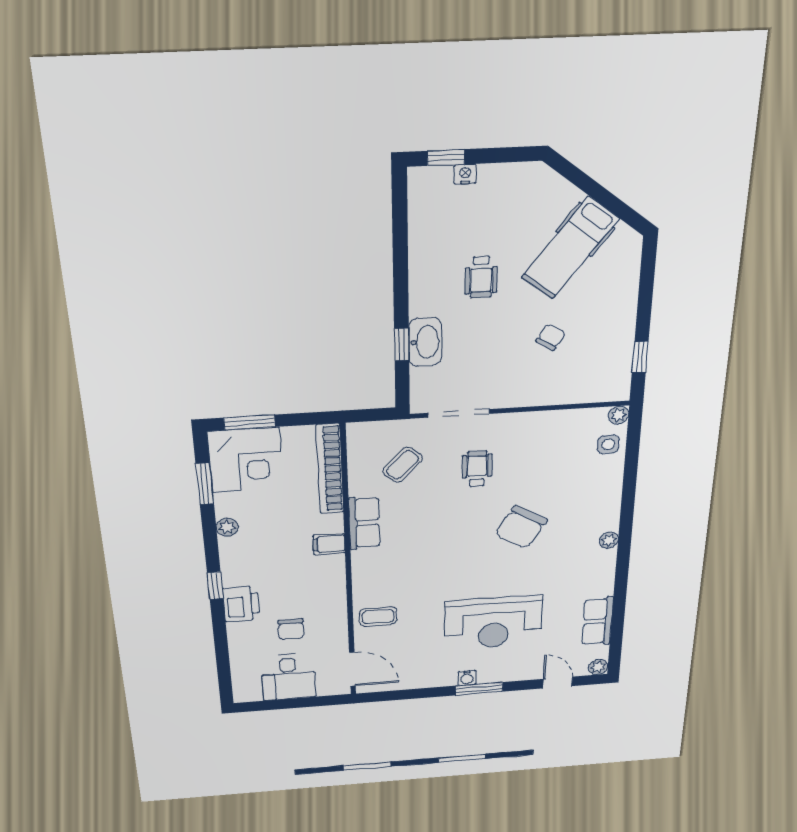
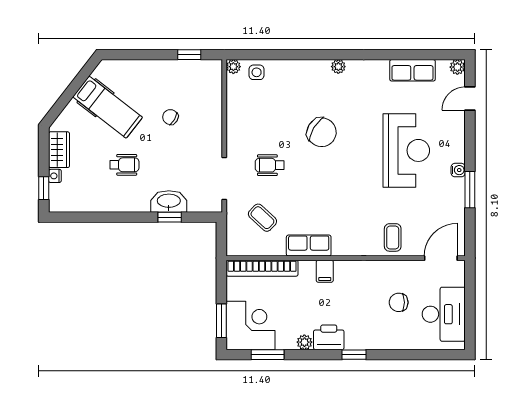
wardrobe: (507, 179) -> (59, 150), added
printer: (241, 604) -> (329, 337), moved
chair: (291, 629) -> (399, 302), turned 180
desk: (288, 677) -> (444, 314), width x1.37
window: (479, 689) -> (470, 190), moved

